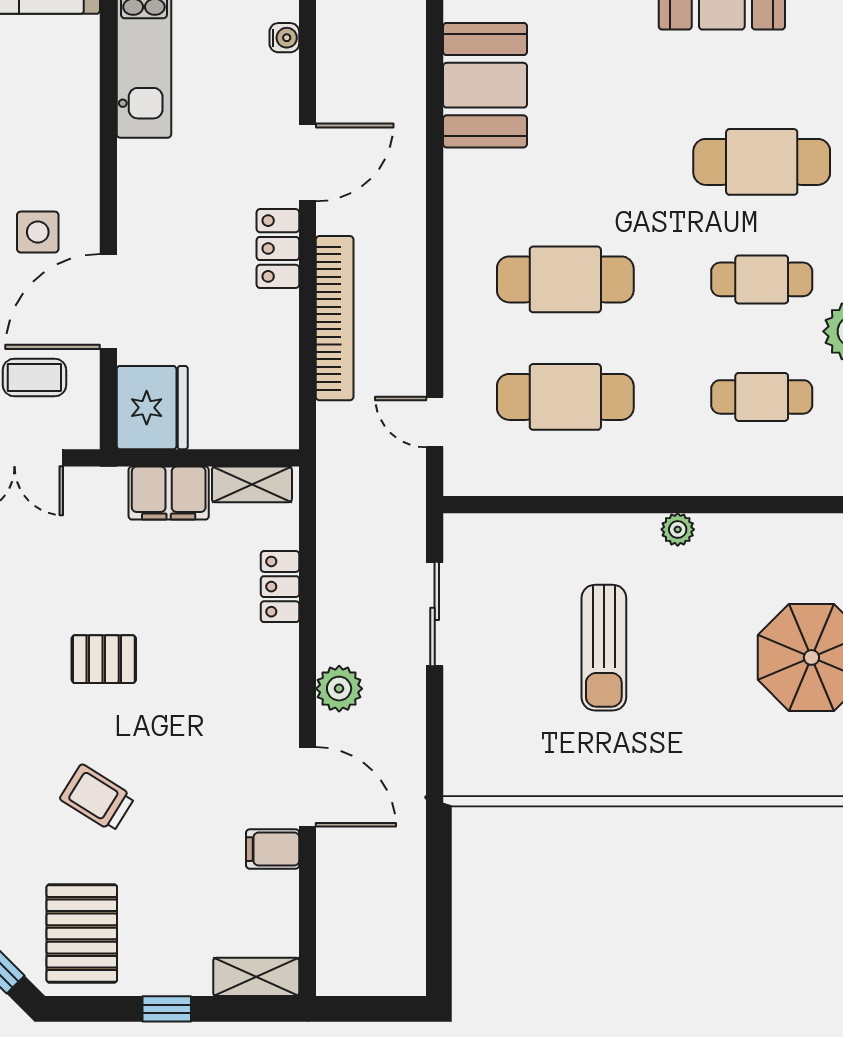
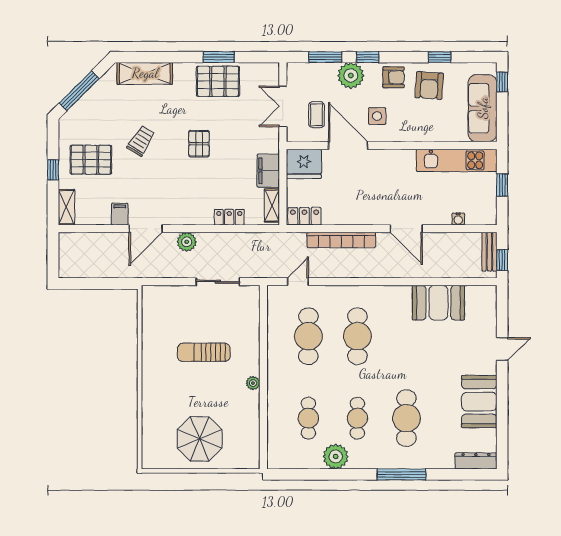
locker: (278, 248) -> (304, 216), moved
pallet: (82, 933) -> (91, 160), moved

